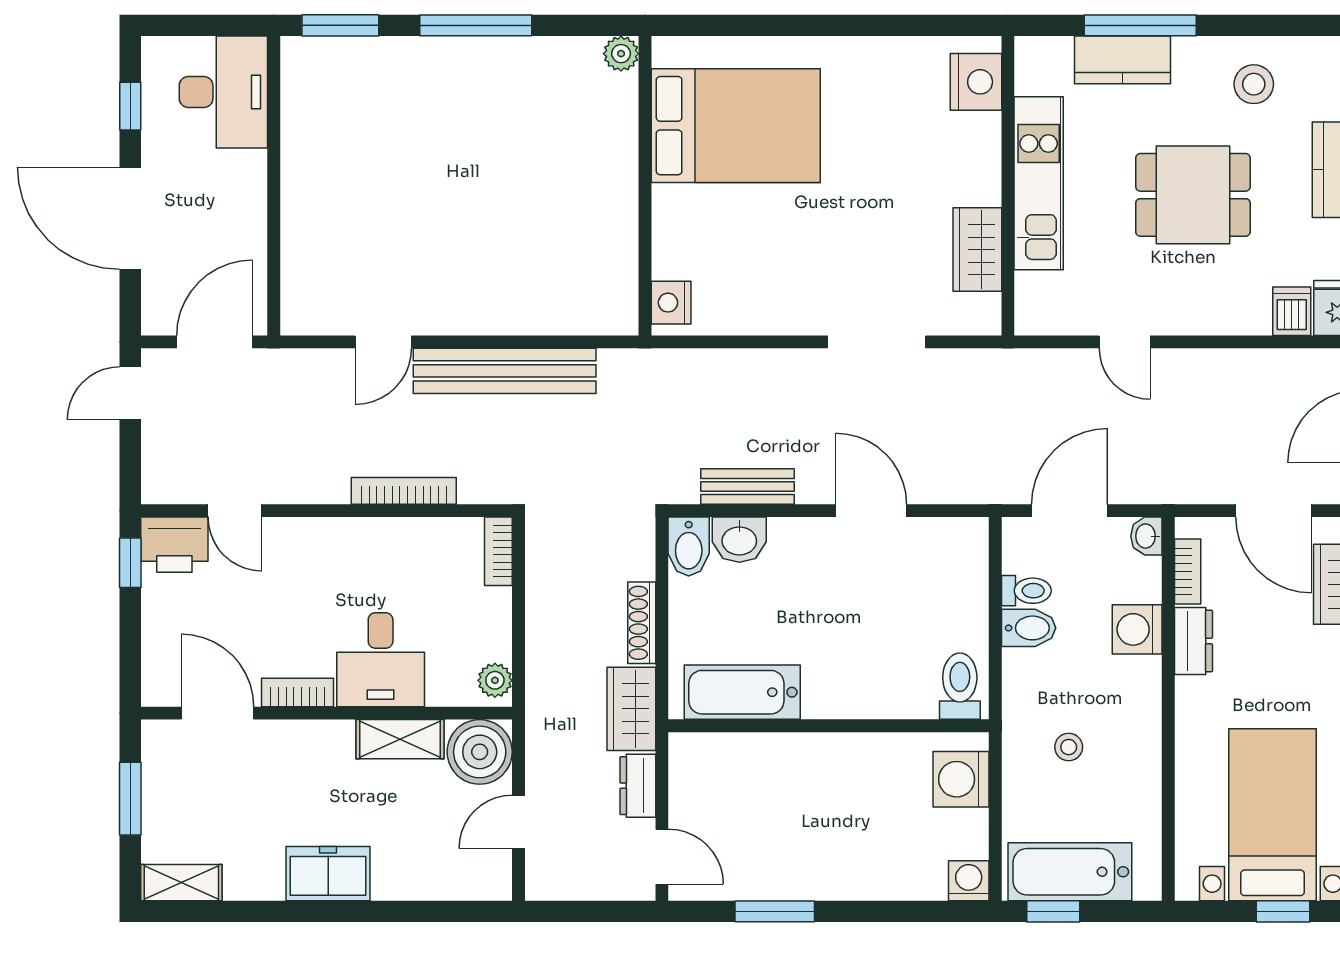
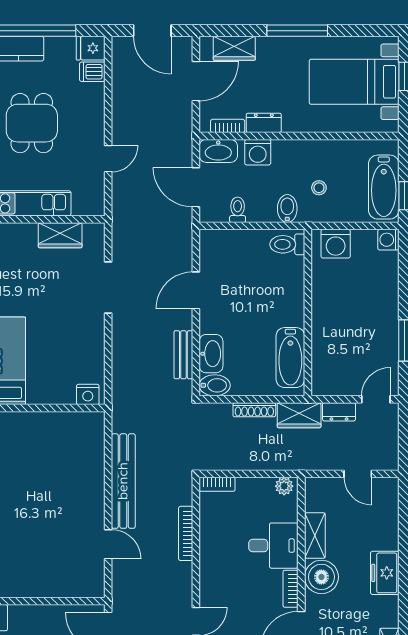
washbasin: (1146, 536) -> (218, 151), width x1.91, depth x1.45
washbasin: (739, 540) -> (211, 354), width x1.38
bidet: (1029, 628) -> (287, 209), moved
boiler: (480, 752) -> (321, 577), moved

